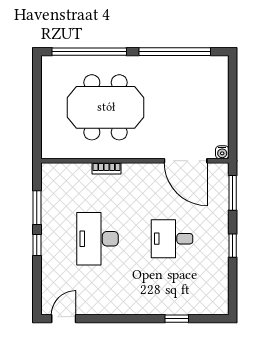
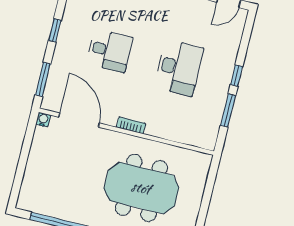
bookcase: (107, 168) -> (131, 125), moved

